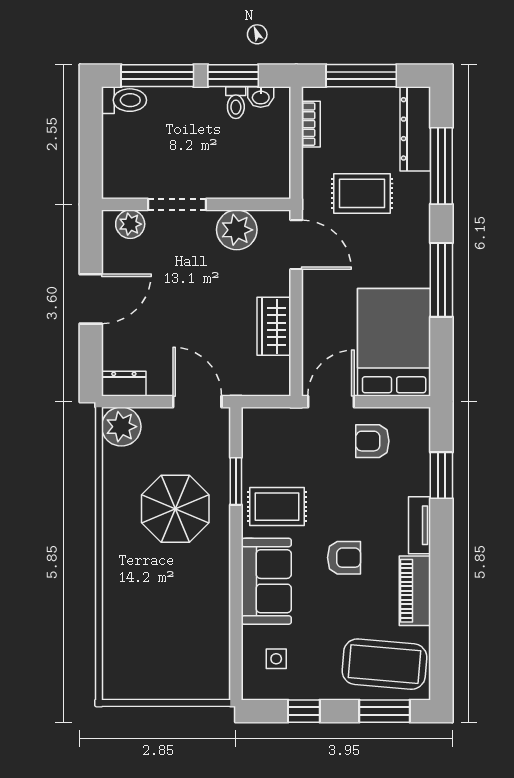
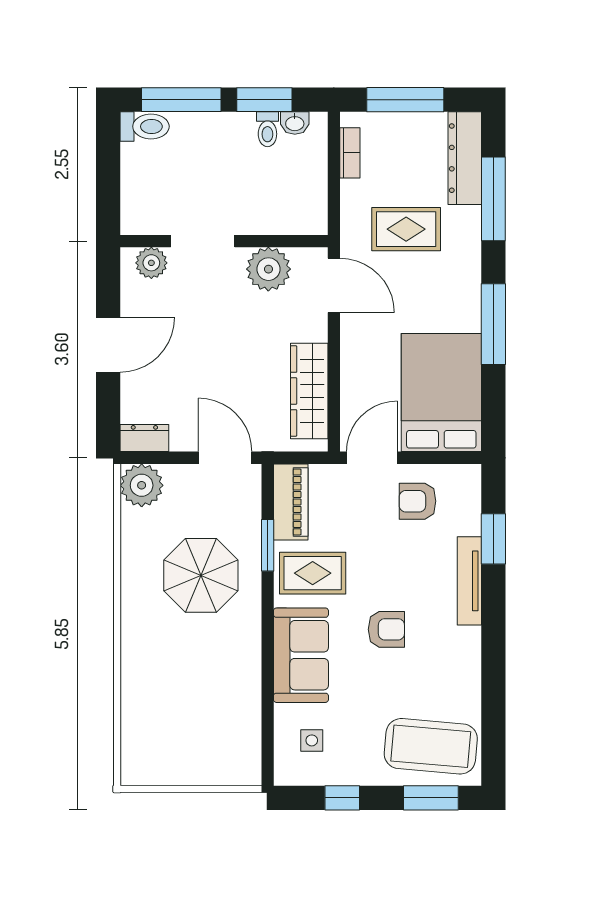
wardrobe: (274, 326) -> (309, 391), width x1.50
tv unit: (420, 525) -> (469, 581), width x1.41
piano: (415, 591) -> (291, 502), moved, turned 180

